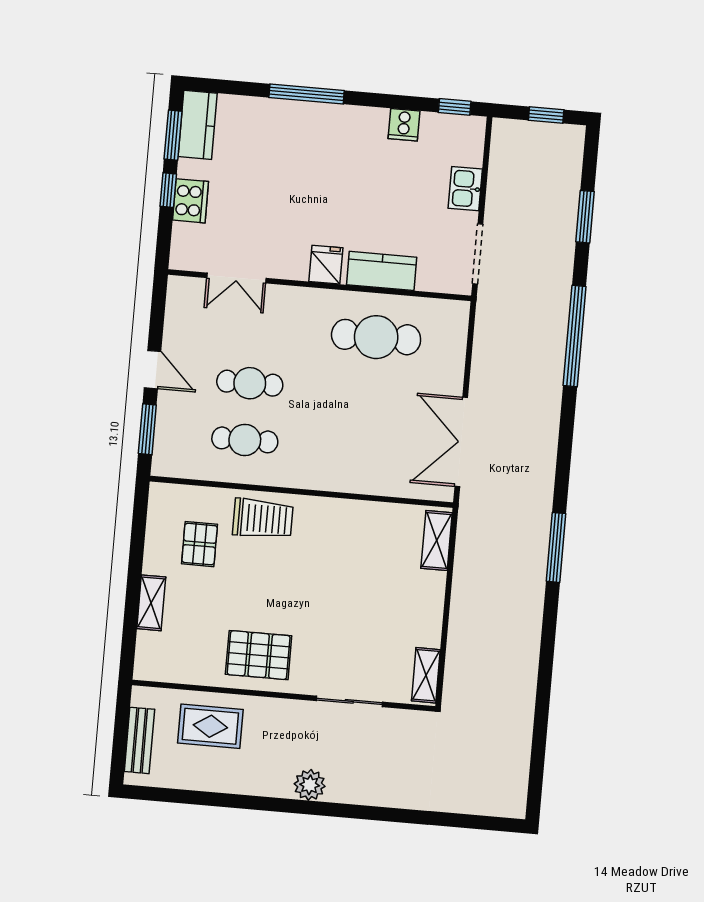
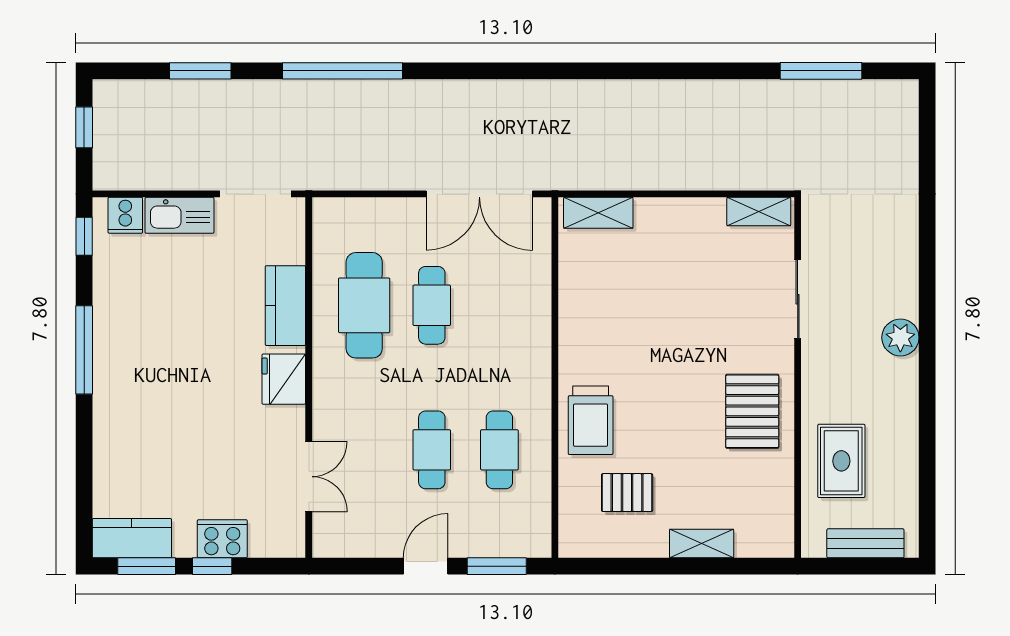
window: (307, 94) -> (84, 350), moved
cooker: (404, 125) -> (125, 215), moved, turned 90
kitchen sink: (465, 189) -> (179, 215), width x1.38
fridge: (326, 265) -> (284, 379), width x1.38
cafe table: (371, 394) -> (432, 305), added
trolley: (263, 519) -> (591, 420), turned 180
window: (556, 547) -> (821, 71), moved

